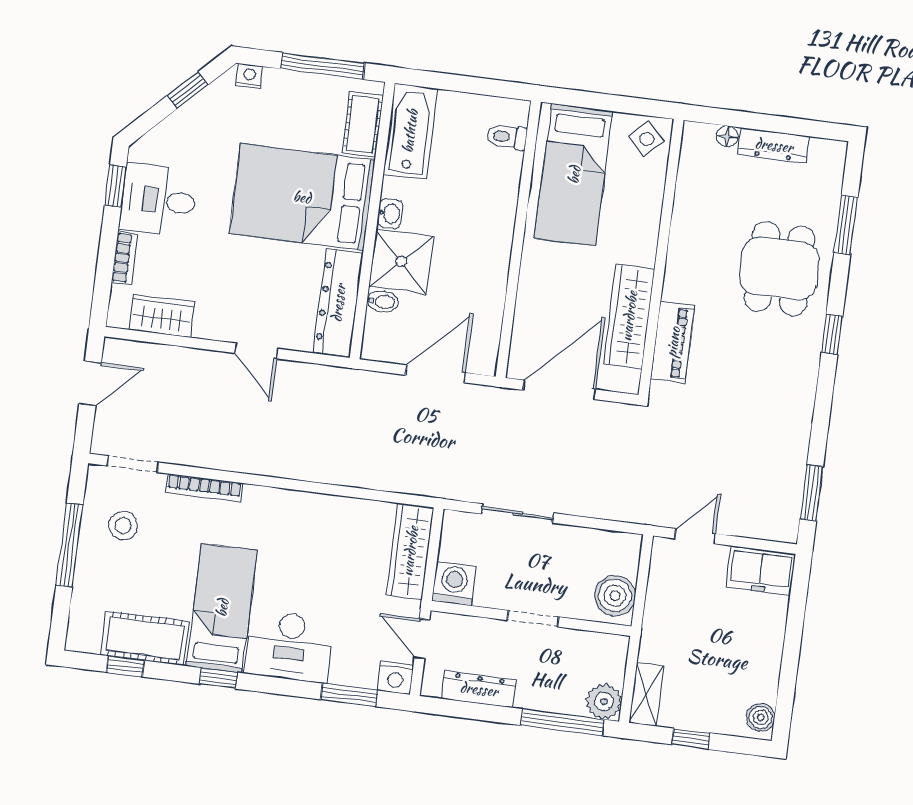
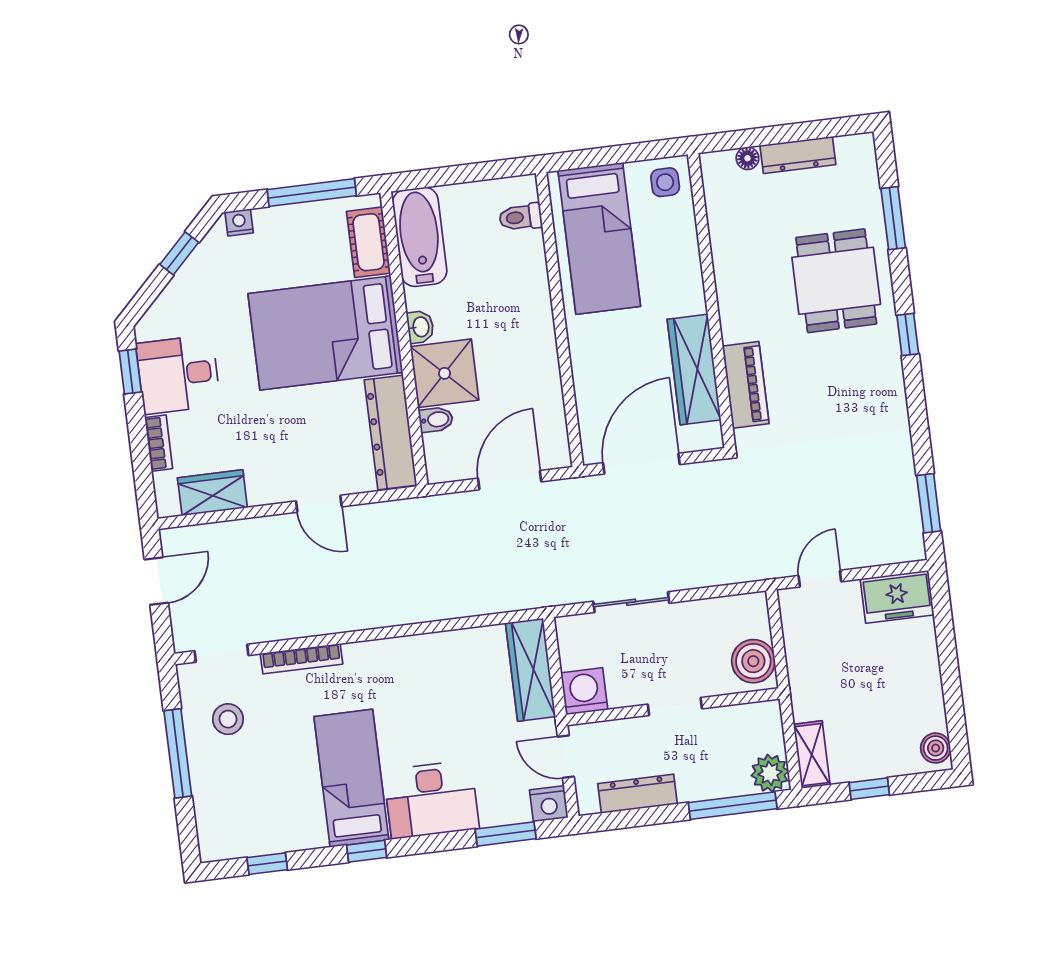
side table: (647, 139) -> (665, 182), turned 45
cot: (145, 638) -> (280, 829), removed

